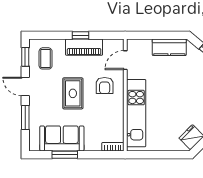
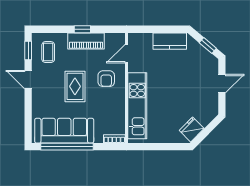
window: (25, 118) -> (28, 110), removed
sofa: (62, 138) -> (64, 131), width x1.36
window: (65, 155) -> (67, 147), width x2.11

